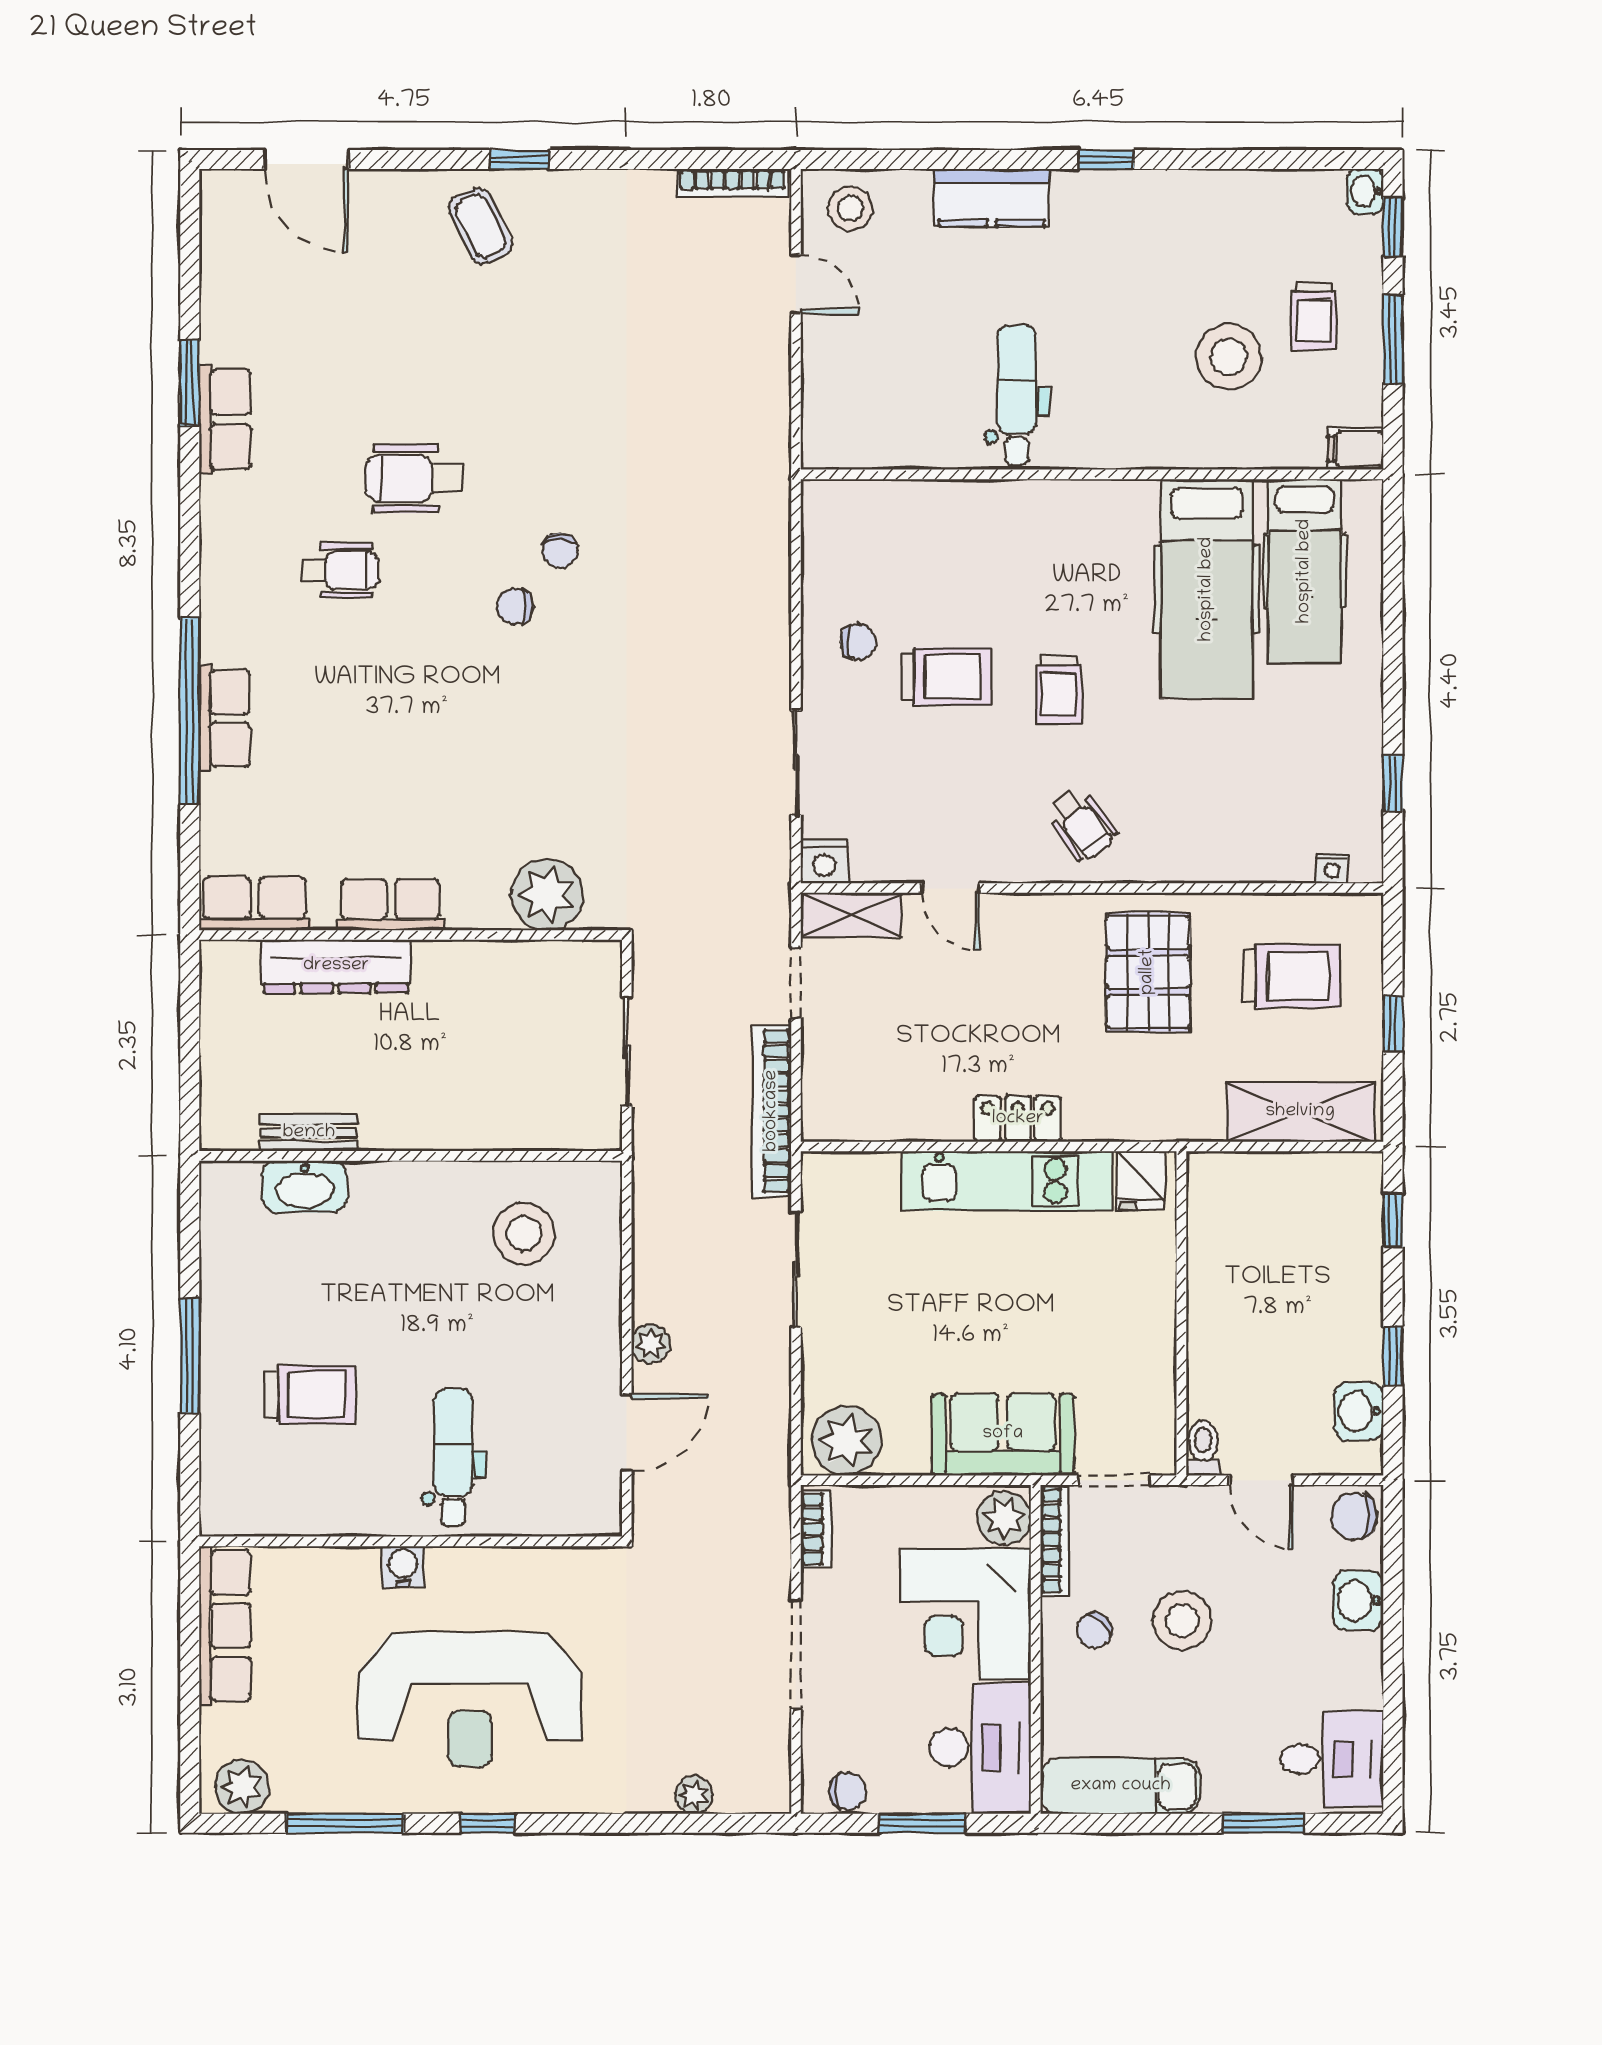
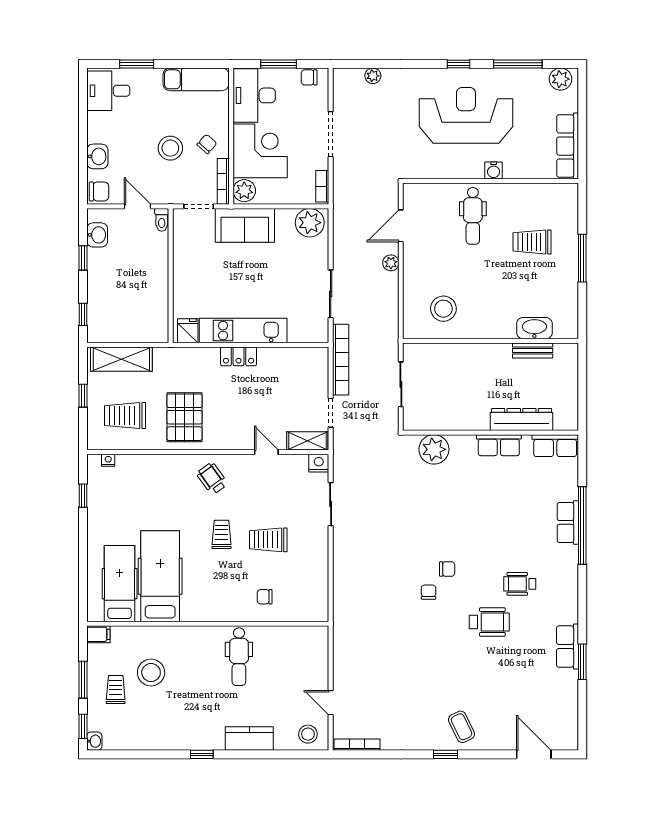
chair: (858, 642) -> (265, 597), moved

